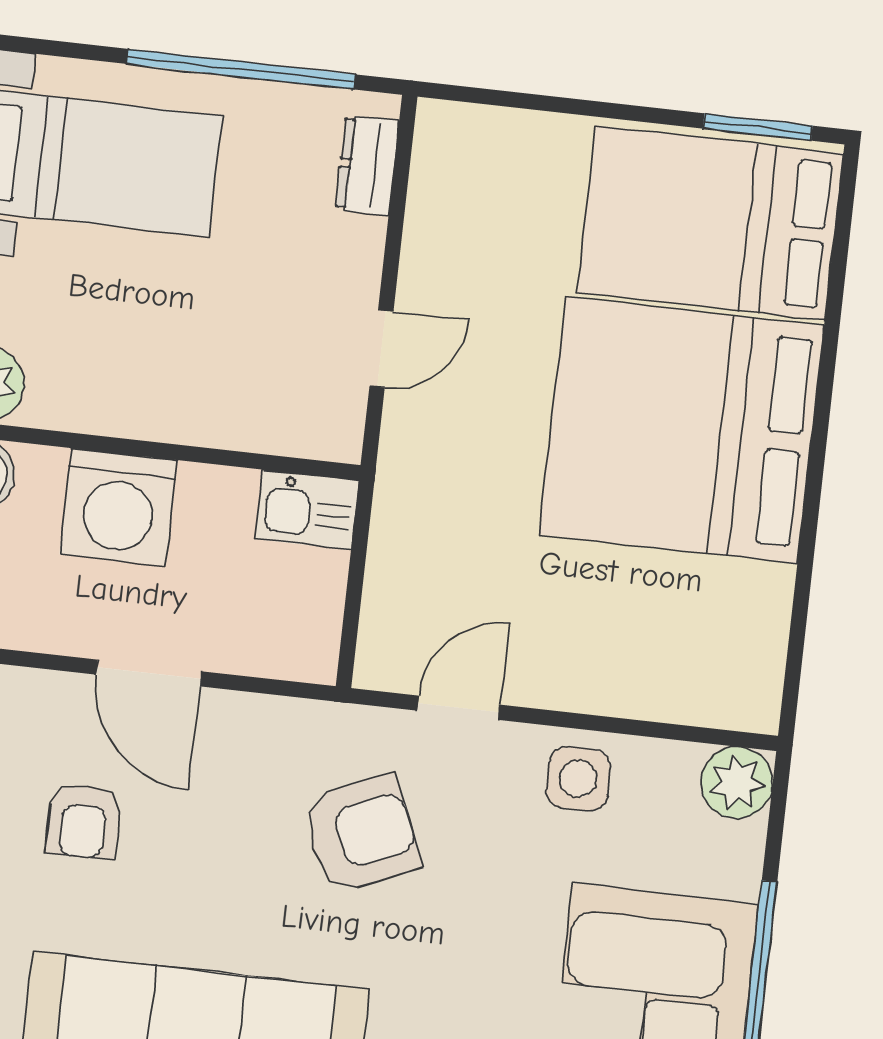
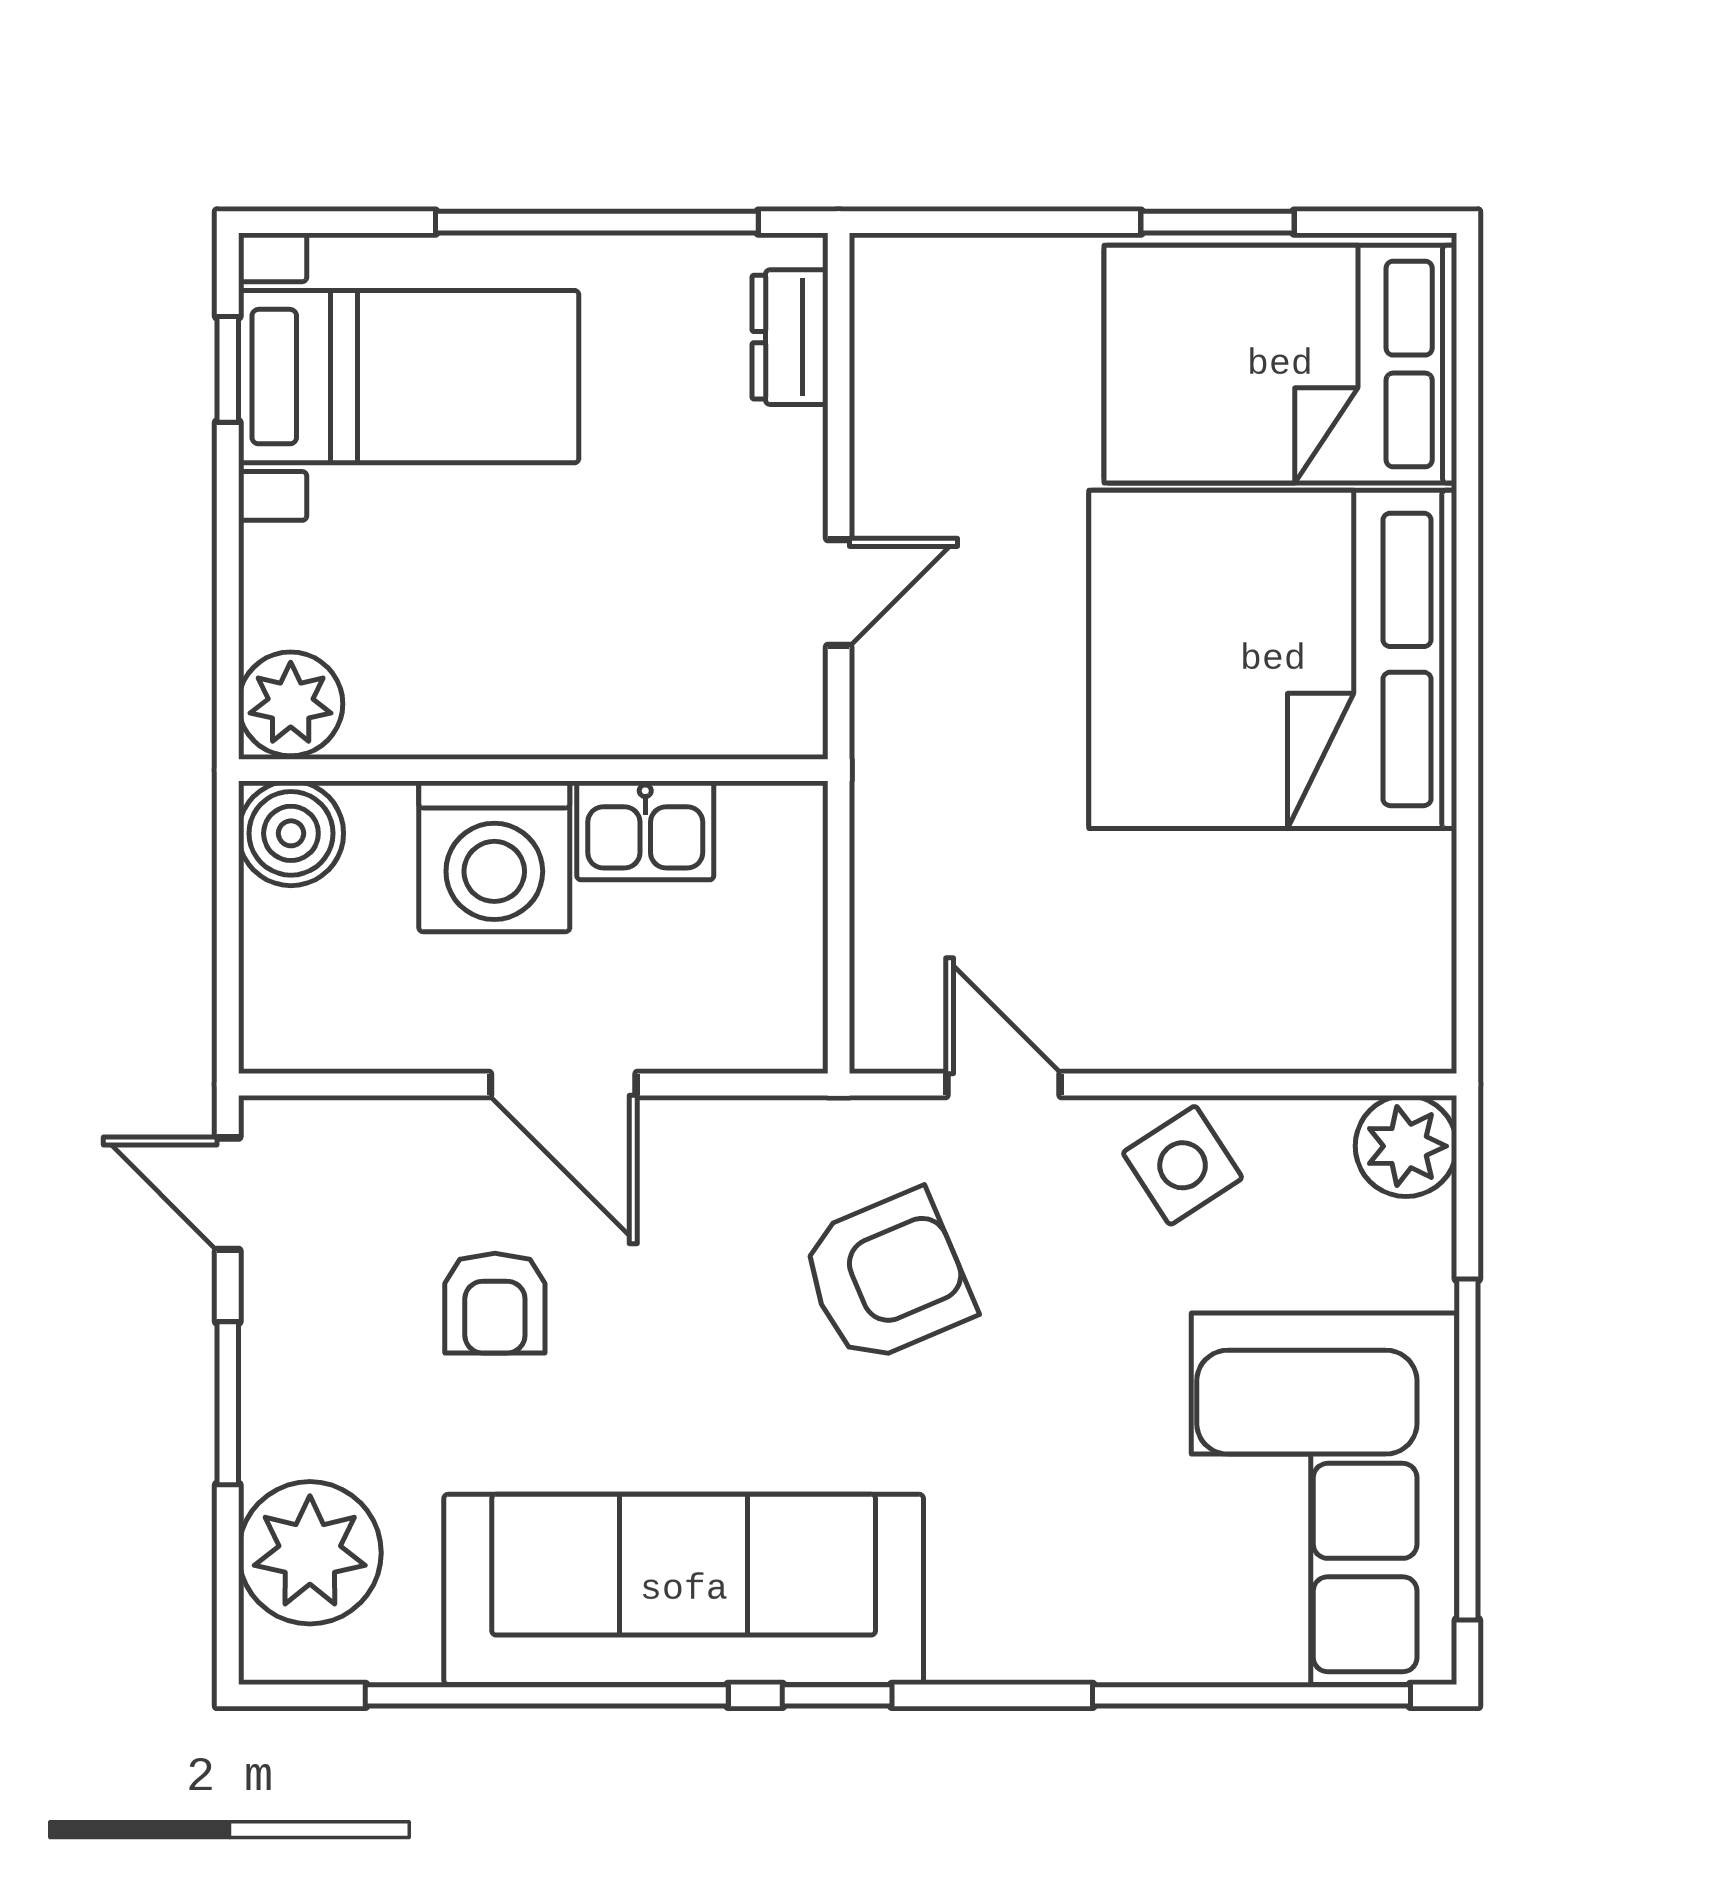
window: (758, 127) -> (1217, 222), moved
kitchen sink: (307, 510) -> (645, 830), moved
door: (459, 708) -> (1003, 1085), hinge flipped
side table: (578, 779) -> (1183, 1165), turned -33

